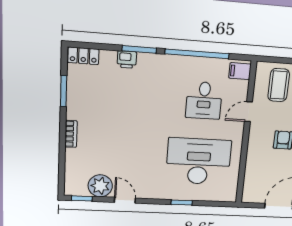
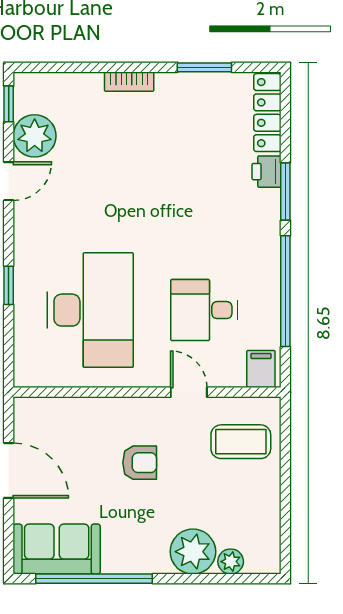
locker: (83, 56) -> (267, 113), width x1.53

